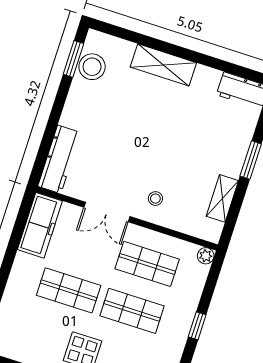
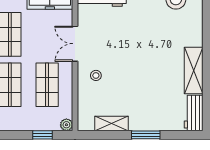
shelving: (163, 65) -> (194, 71), moved
window: (197, 326) -> (43, 135), moved

